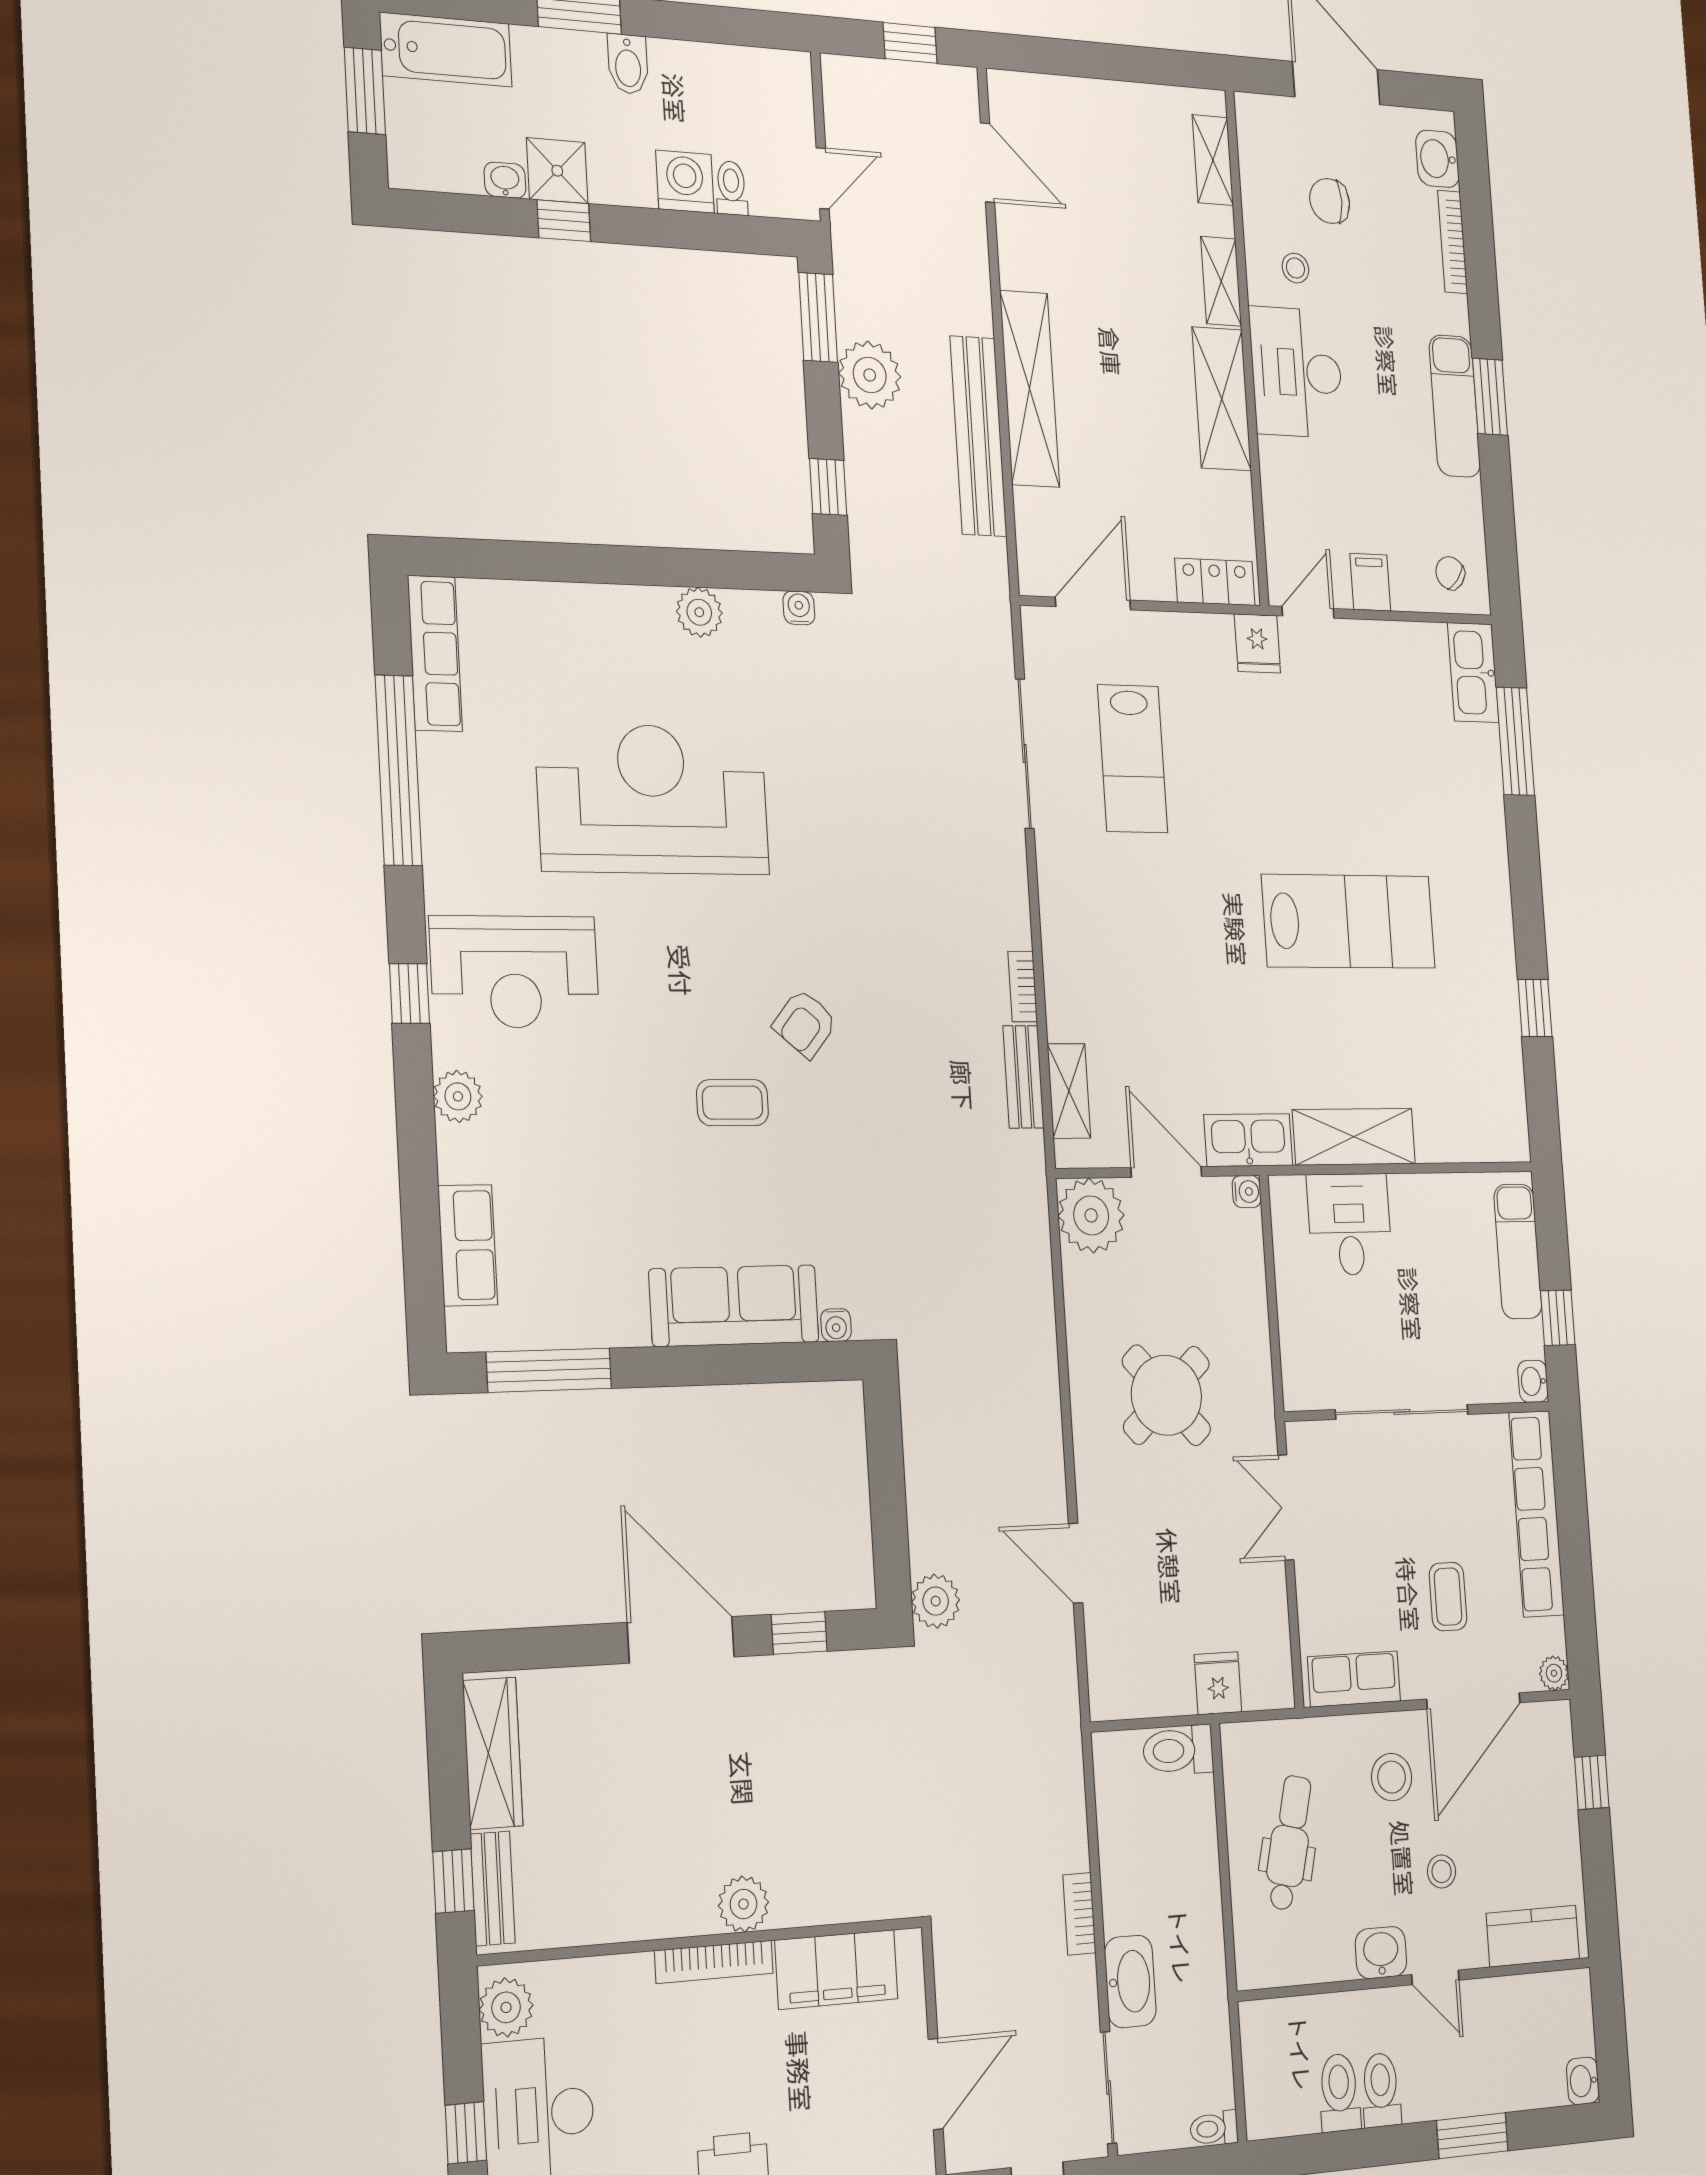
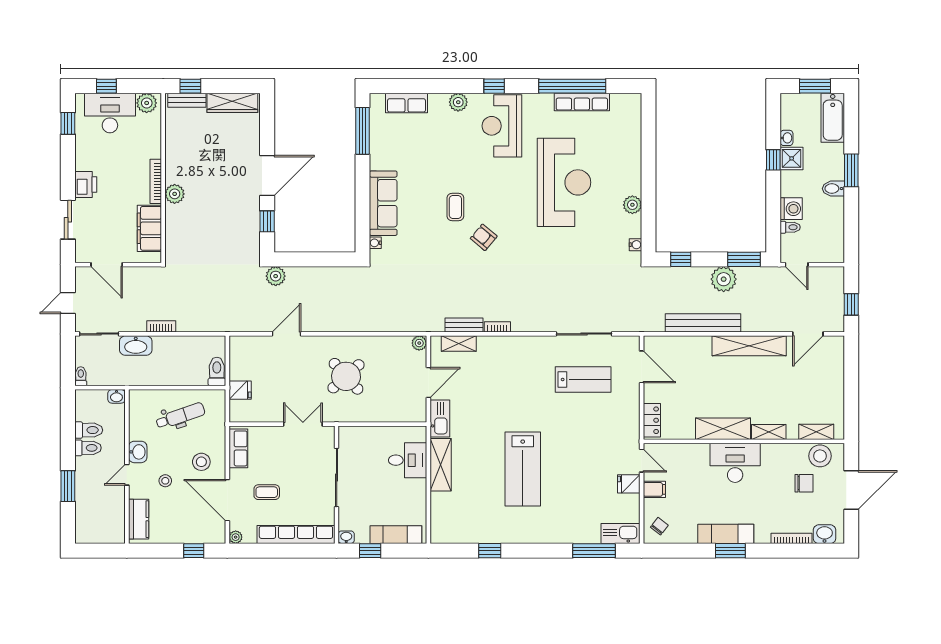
chair: (1330, 201) -> (804, 483), turned 90
stool: (1295, 268) -> (820, 456), moved, width x1.89, depth x1.89
shelving: (1030, 389) -> (749, 346), moved
fridge: (1257, 643) -> (629, 484), moved
row of seats: (435, 653) -> (582, 102), moved
lab bench: (1132, 759) -> (583, 379), turned 180
water cooler: (1247, 1192) -> (421, 416), removed
plant: (1091, 1215) -> (419, 343), width x0.53, depth x0.53
dental chair: (1289, 1843) -> (180, 416), turned -33
washbasin: (1583, 2081) -> (116, 396), moved, turned 180

